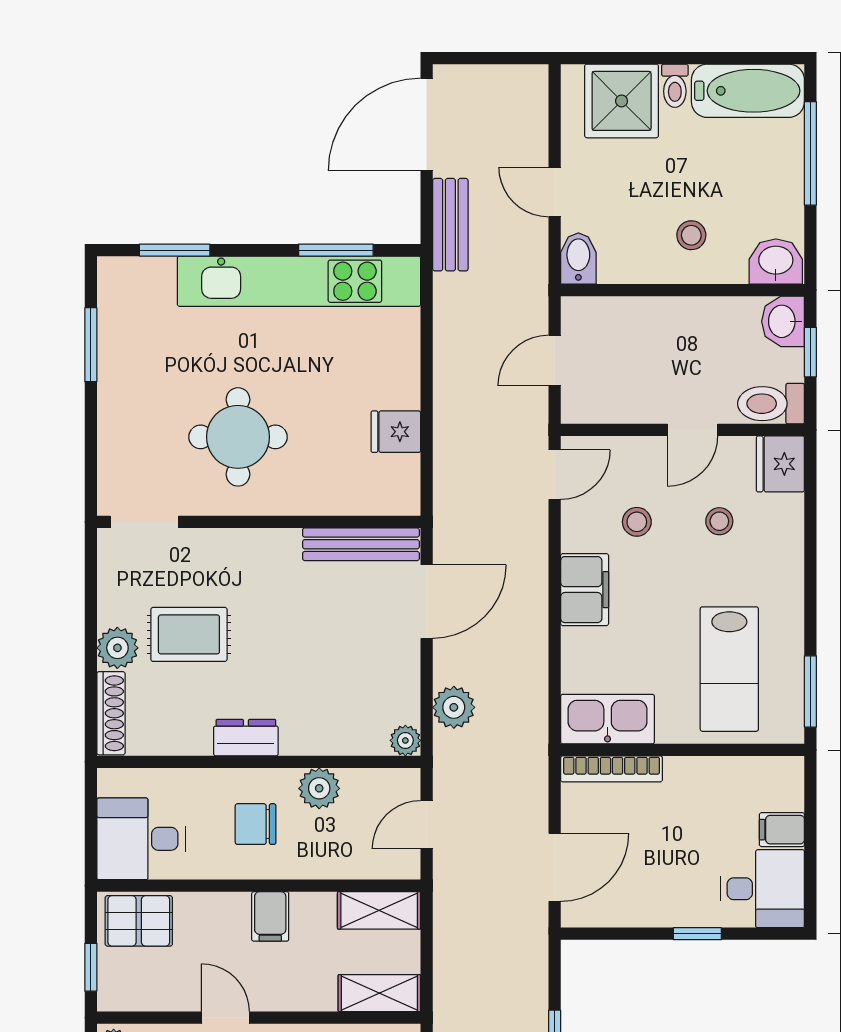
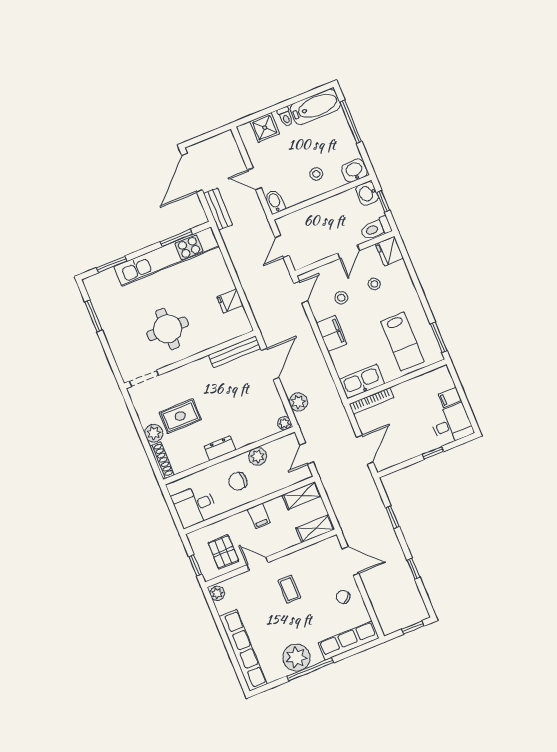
shower: (622, 101) -> (265, 128), width x0.73, depth x0.73
pallet: (139, 921) -> (223, 552), moved, turned 90

